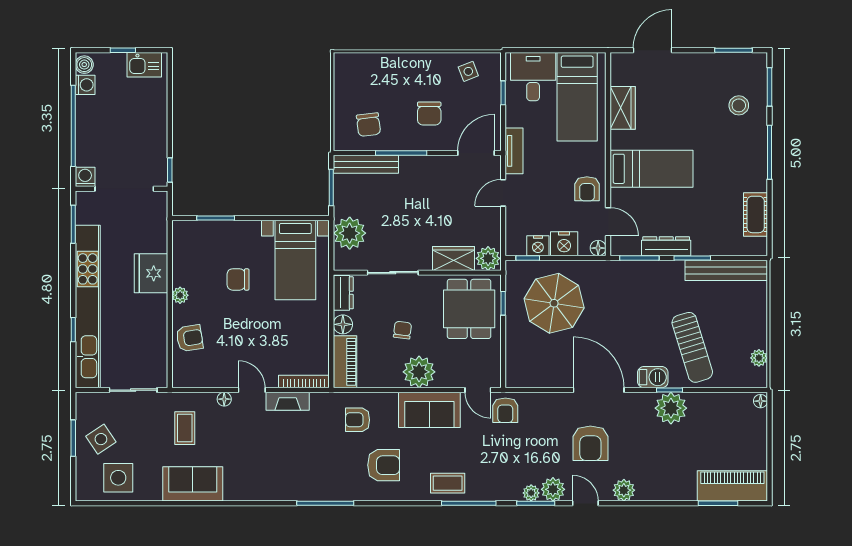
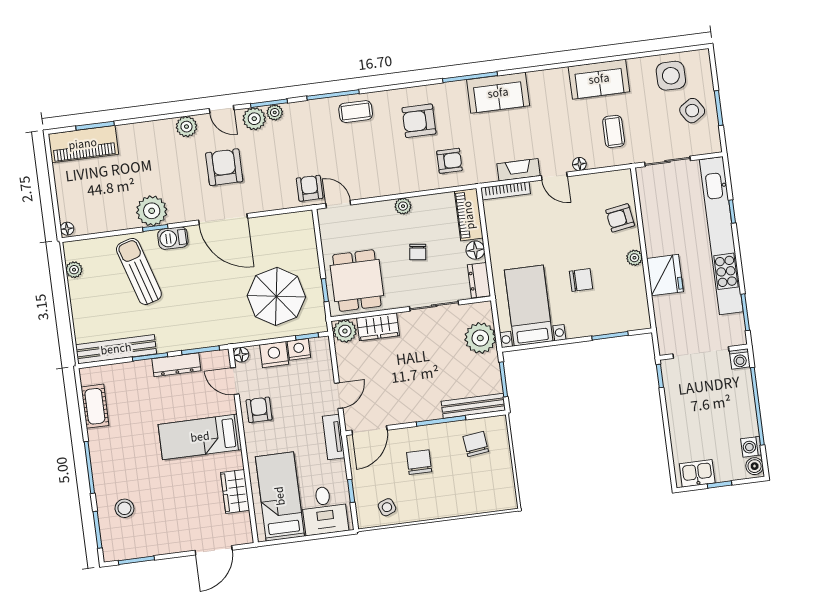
plant: (419, 372) -> (403, 206), width x0.53, depth x0.53
sofa: (429, 410) -> (498, 93), moved, turned 180

